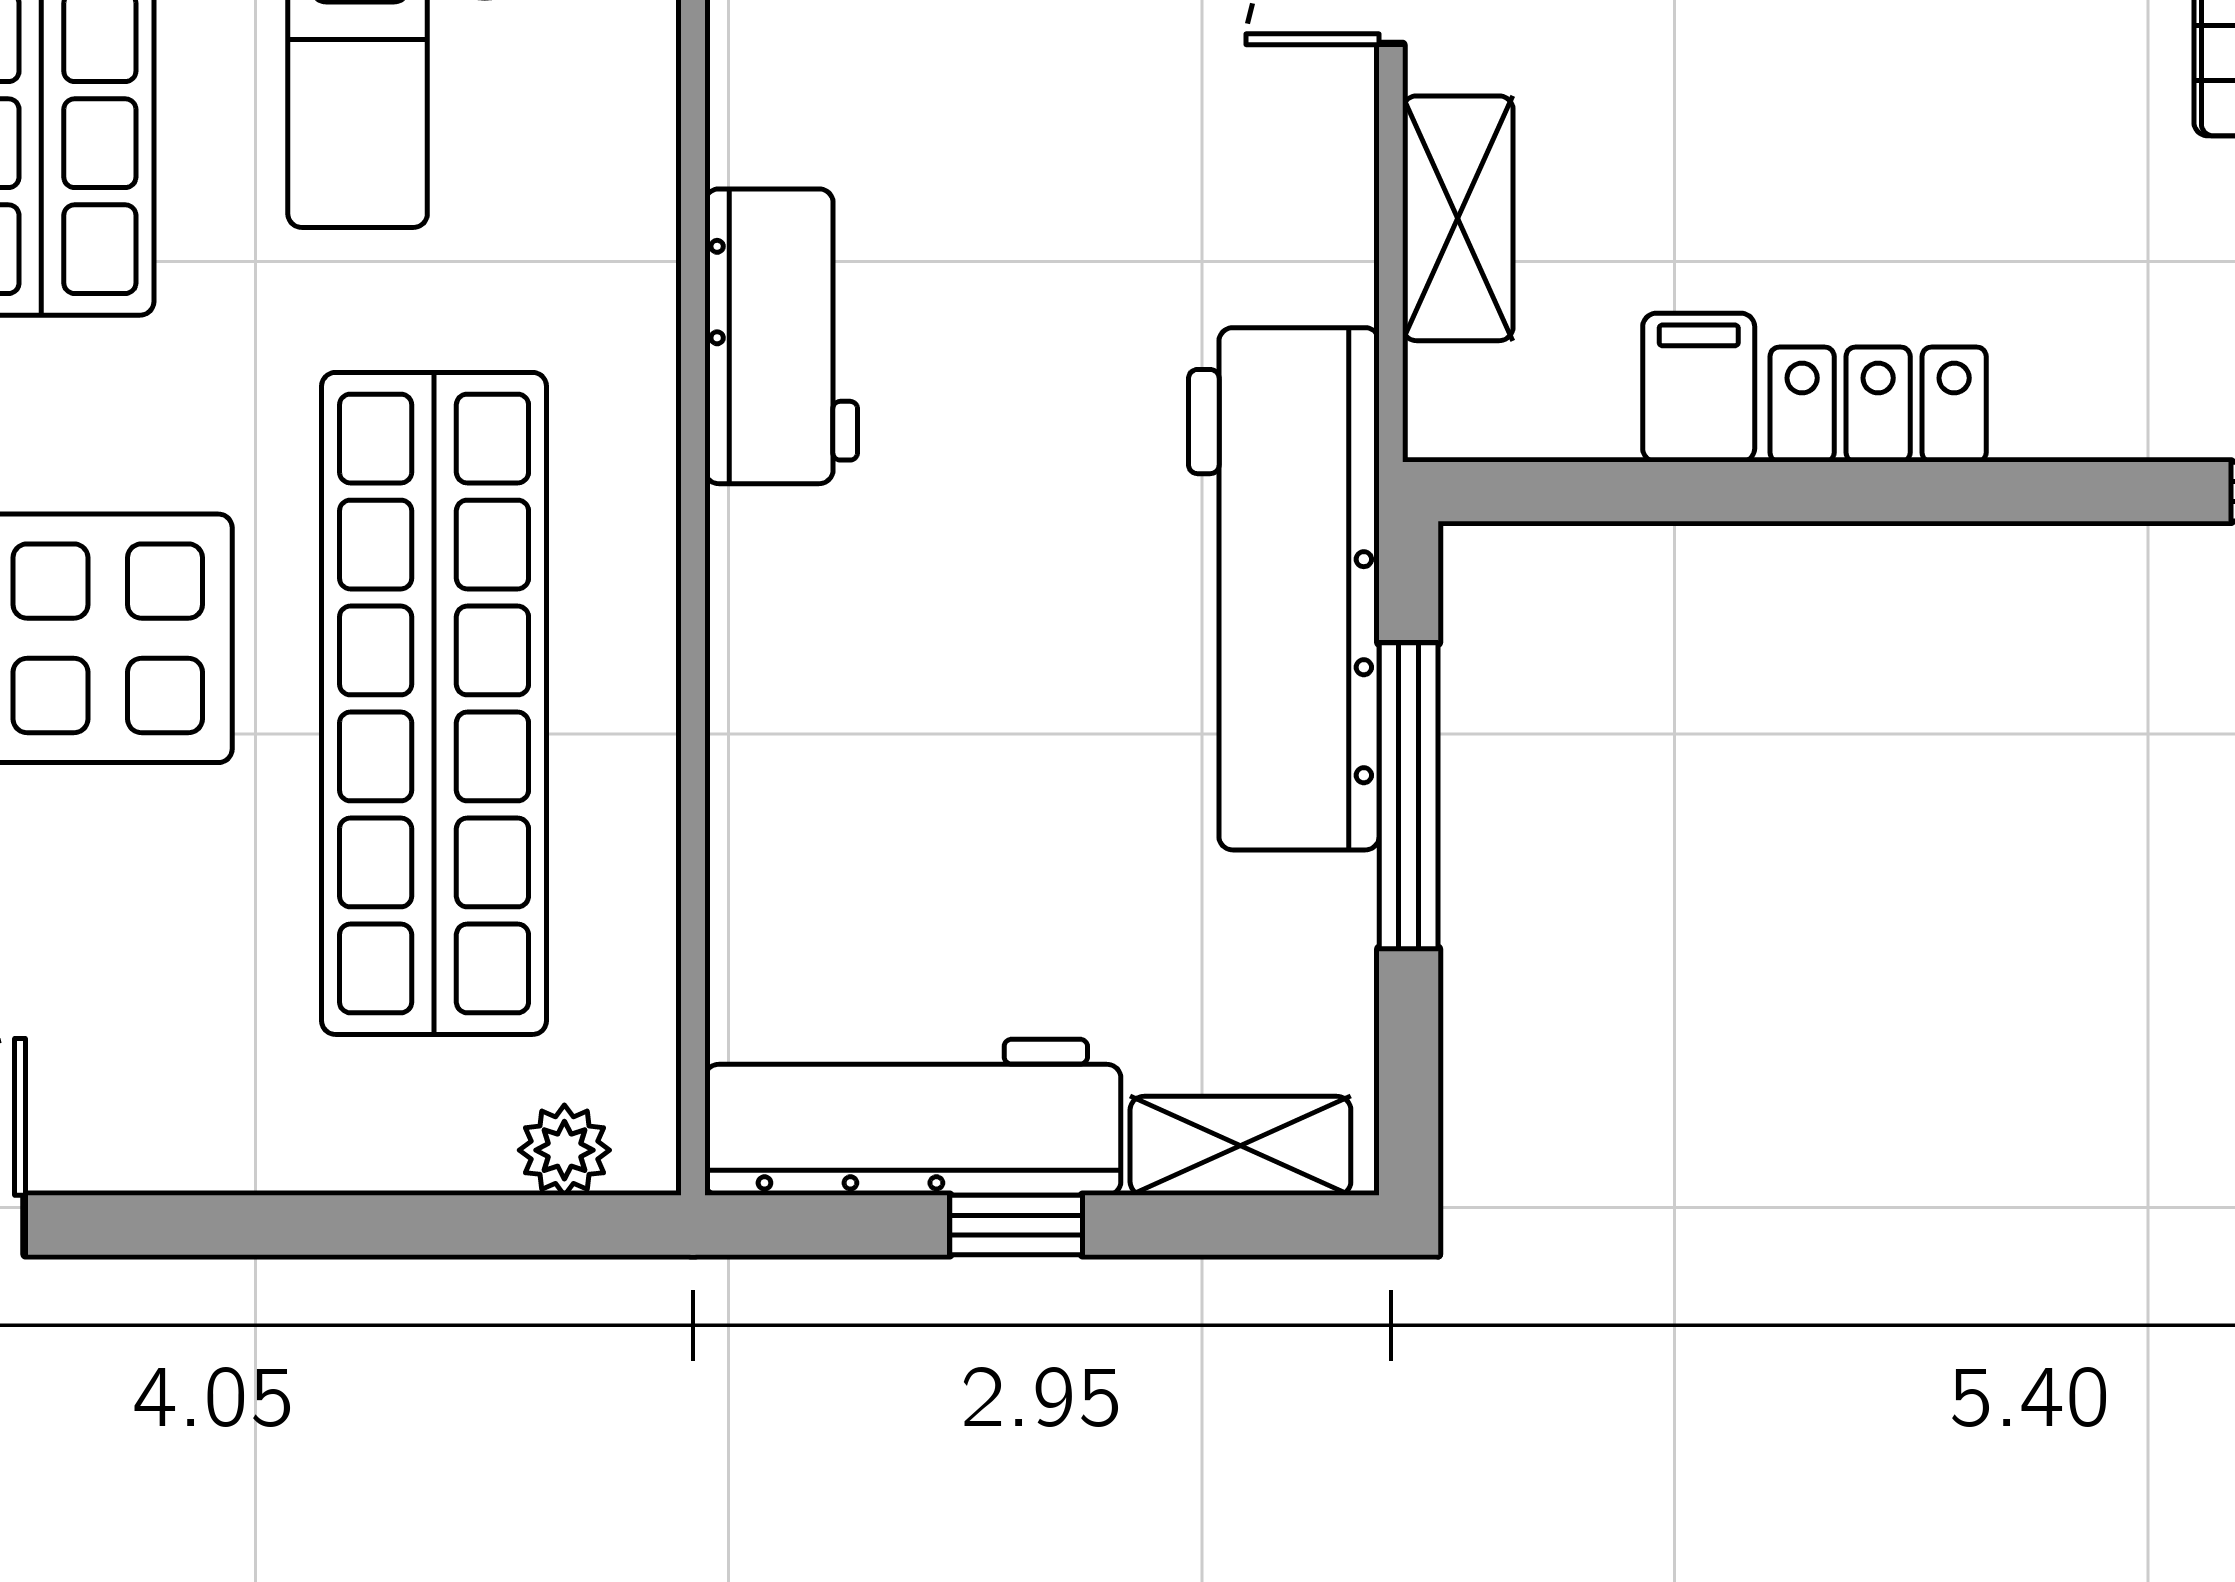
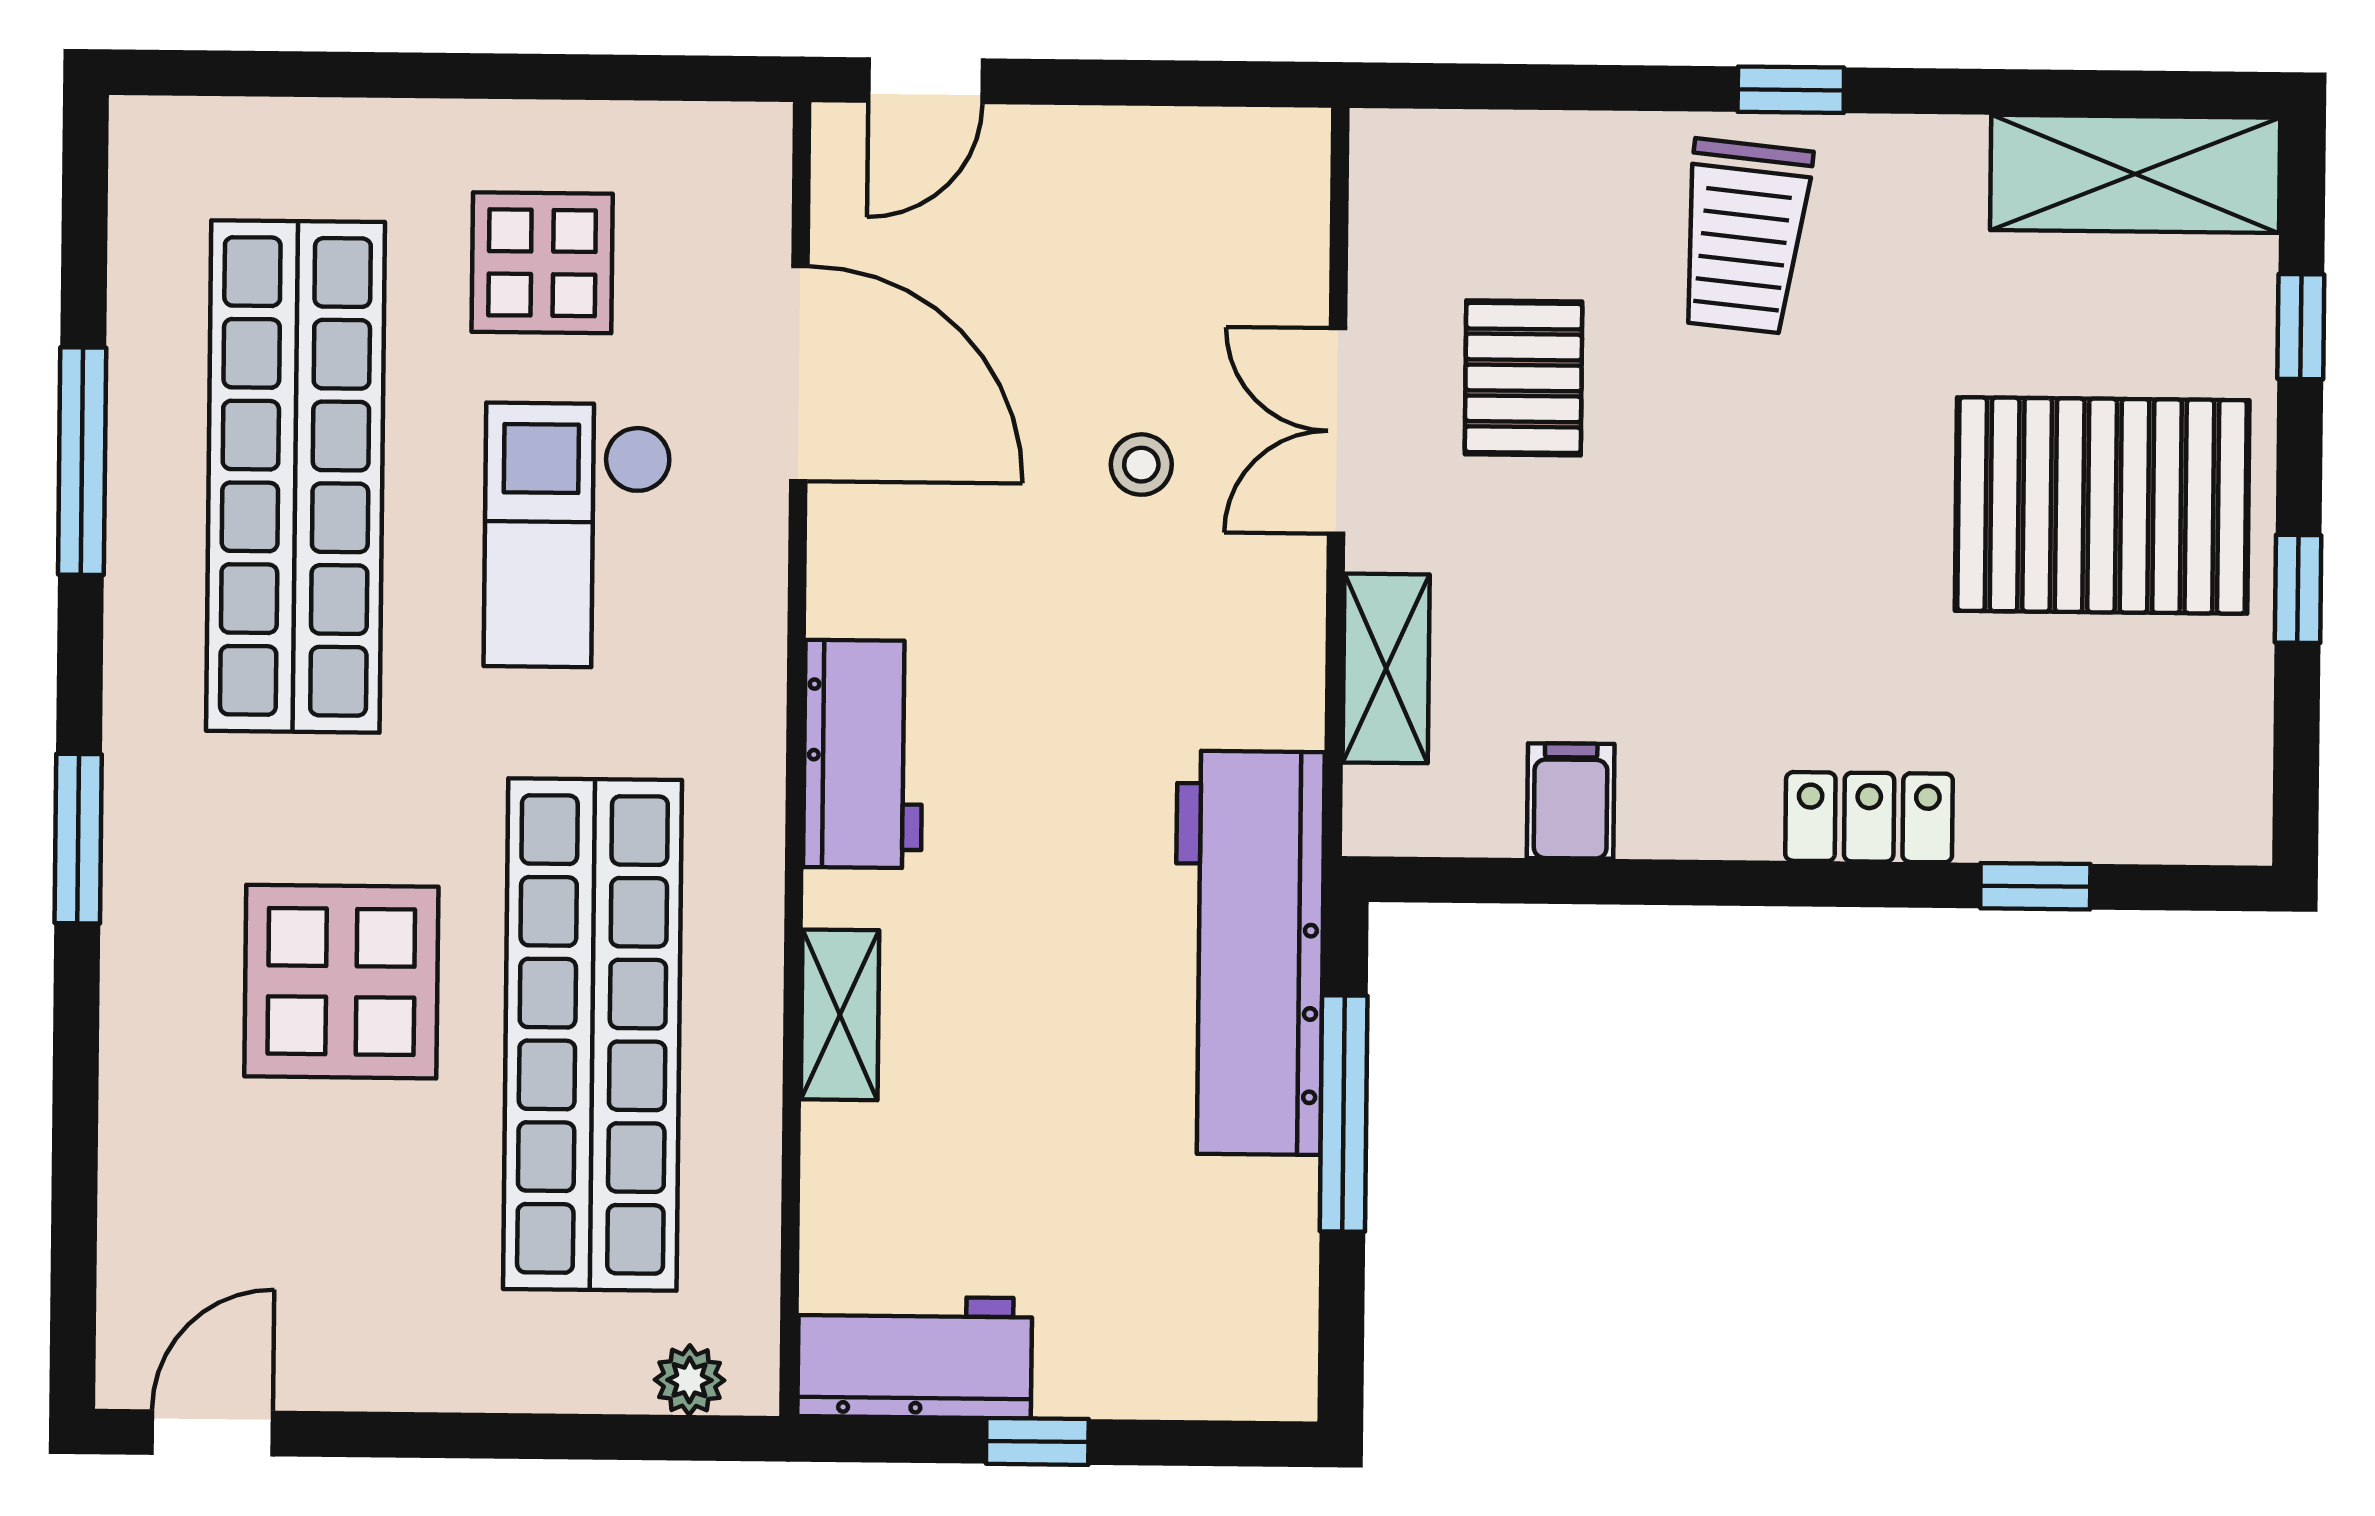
locker: (1878, 405) -> (1869, 817), moved
workbench: (913, 1117) -> (915, 1357), width x0.73
shelving: (1240, 1146) -> (840, 1015), moved, turned 90

